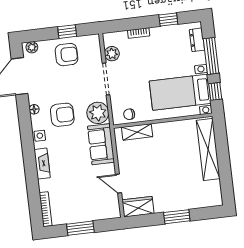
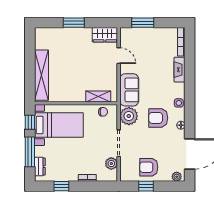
fireplace: (42, 164) -> (180, 70), moved
window: (80, 228) -> (143, 23), moved

